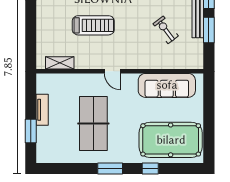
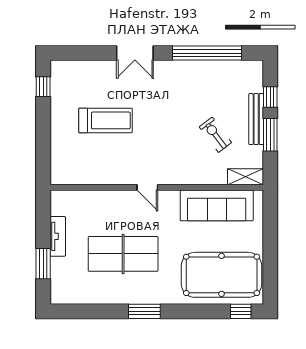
treadmill: (93, 25) -> (106, 120), moved
shelving: (60, 63) -> (245, 177), moved
table tennis table: (93, 123) -> (123, 254), turned 90
window: (150, 168) -> (241, 311), moved

